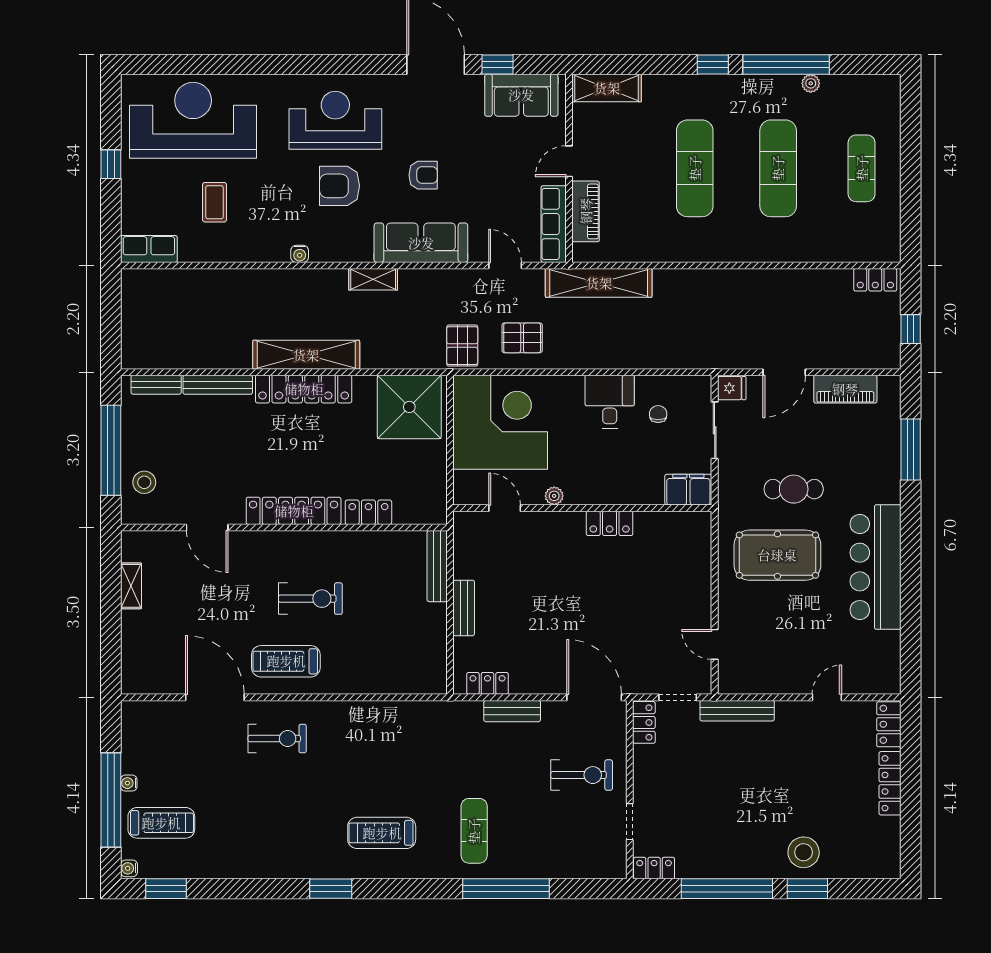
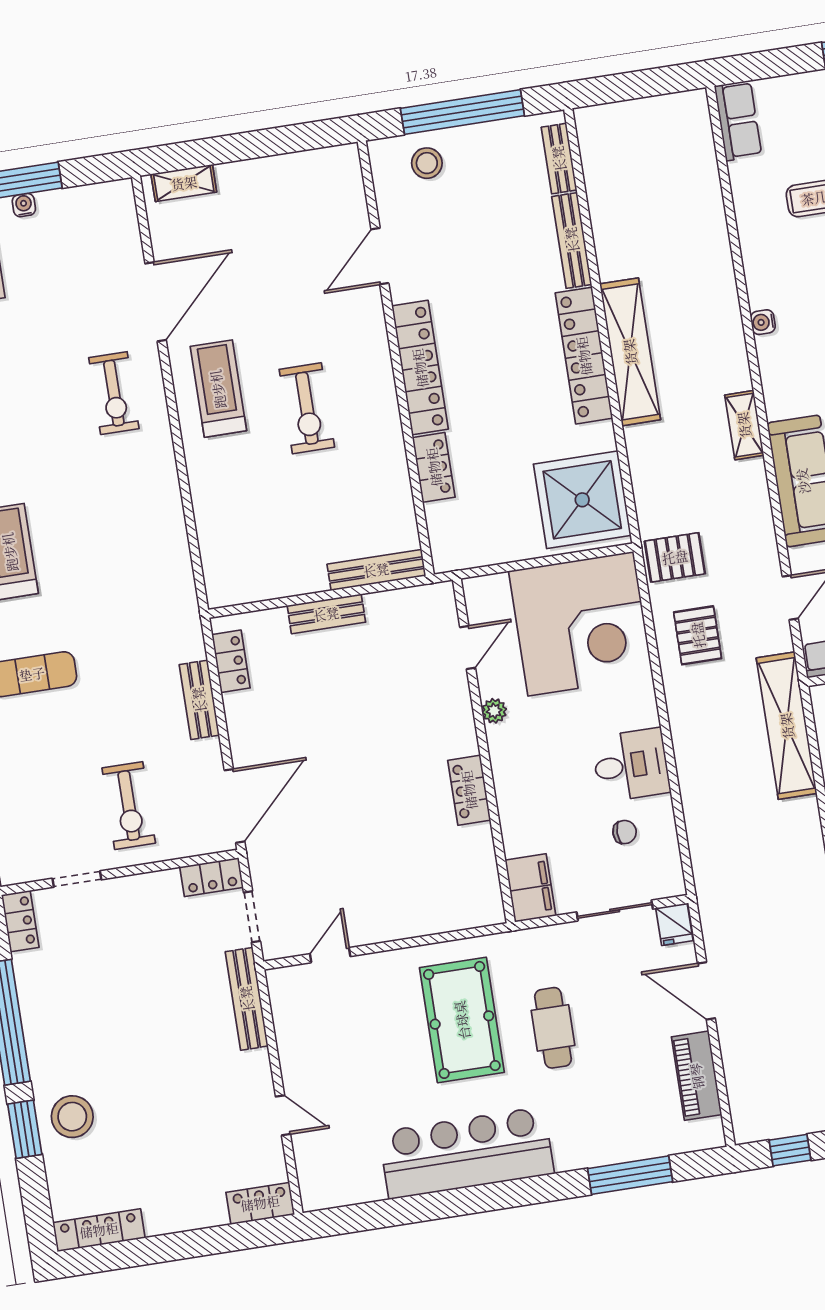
shelving: (131, 586) -> (184, 183), moved
locker: (890, 783) -> (99, 1230), moved

